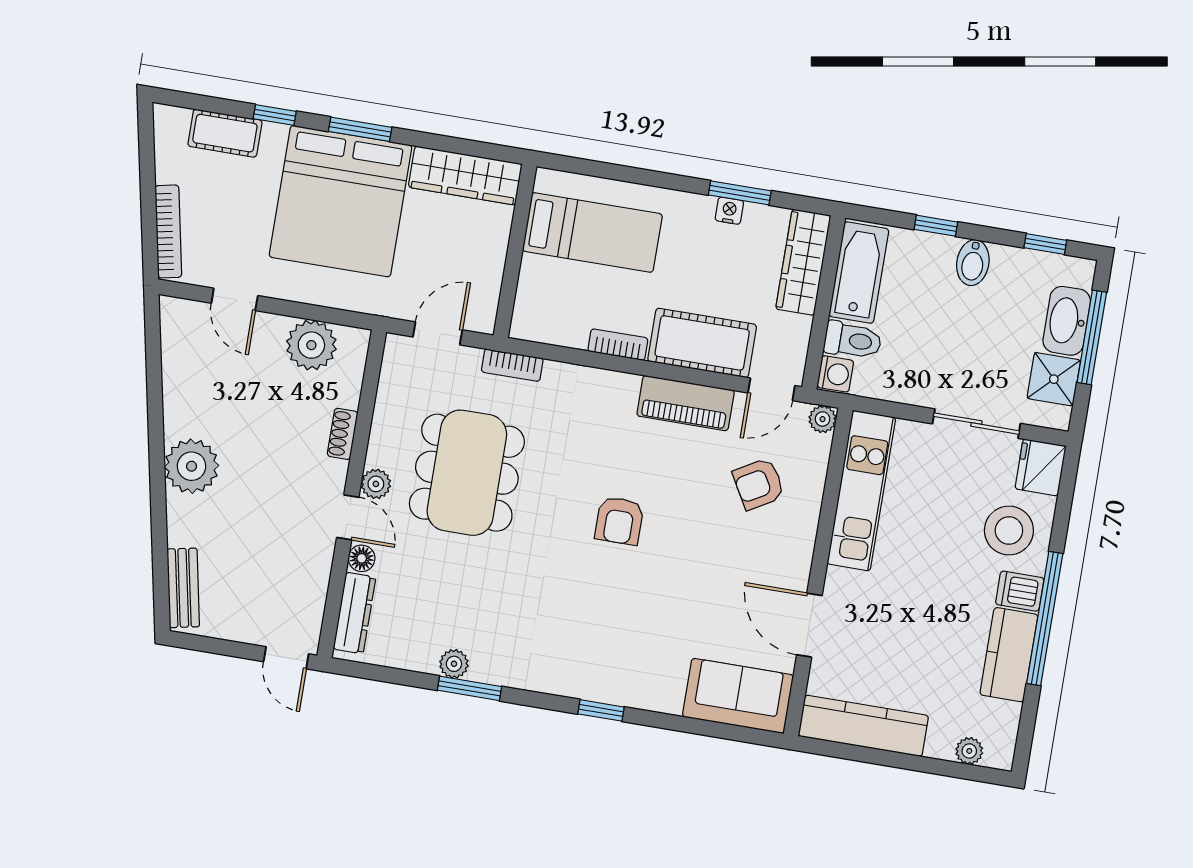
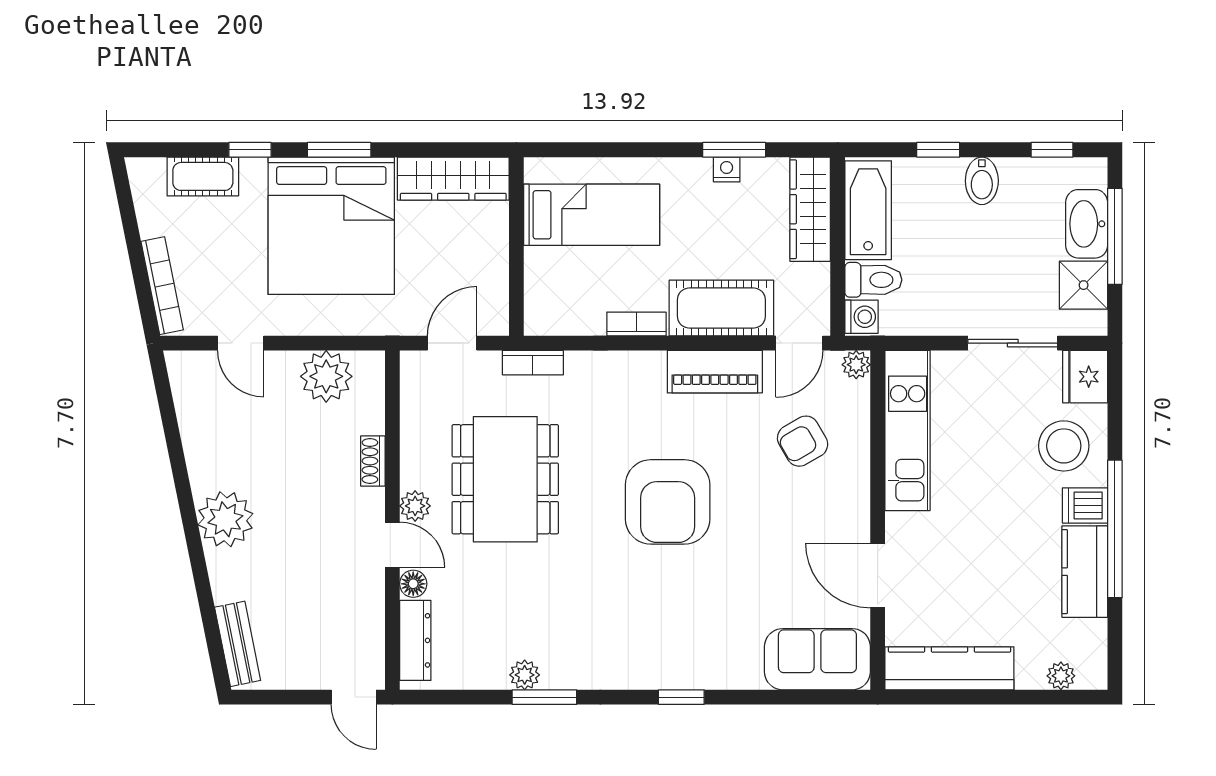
armchair: (619, 521) -> (668, 502), width x1.88, depth x1.88

